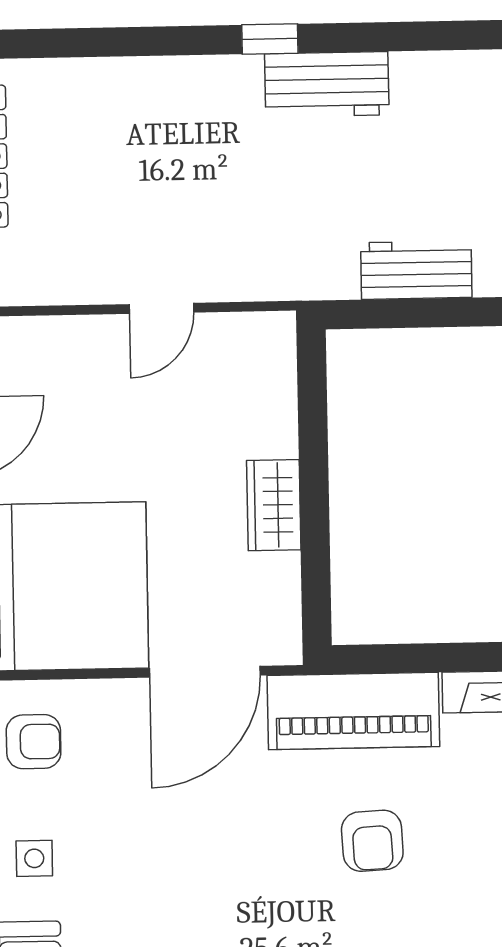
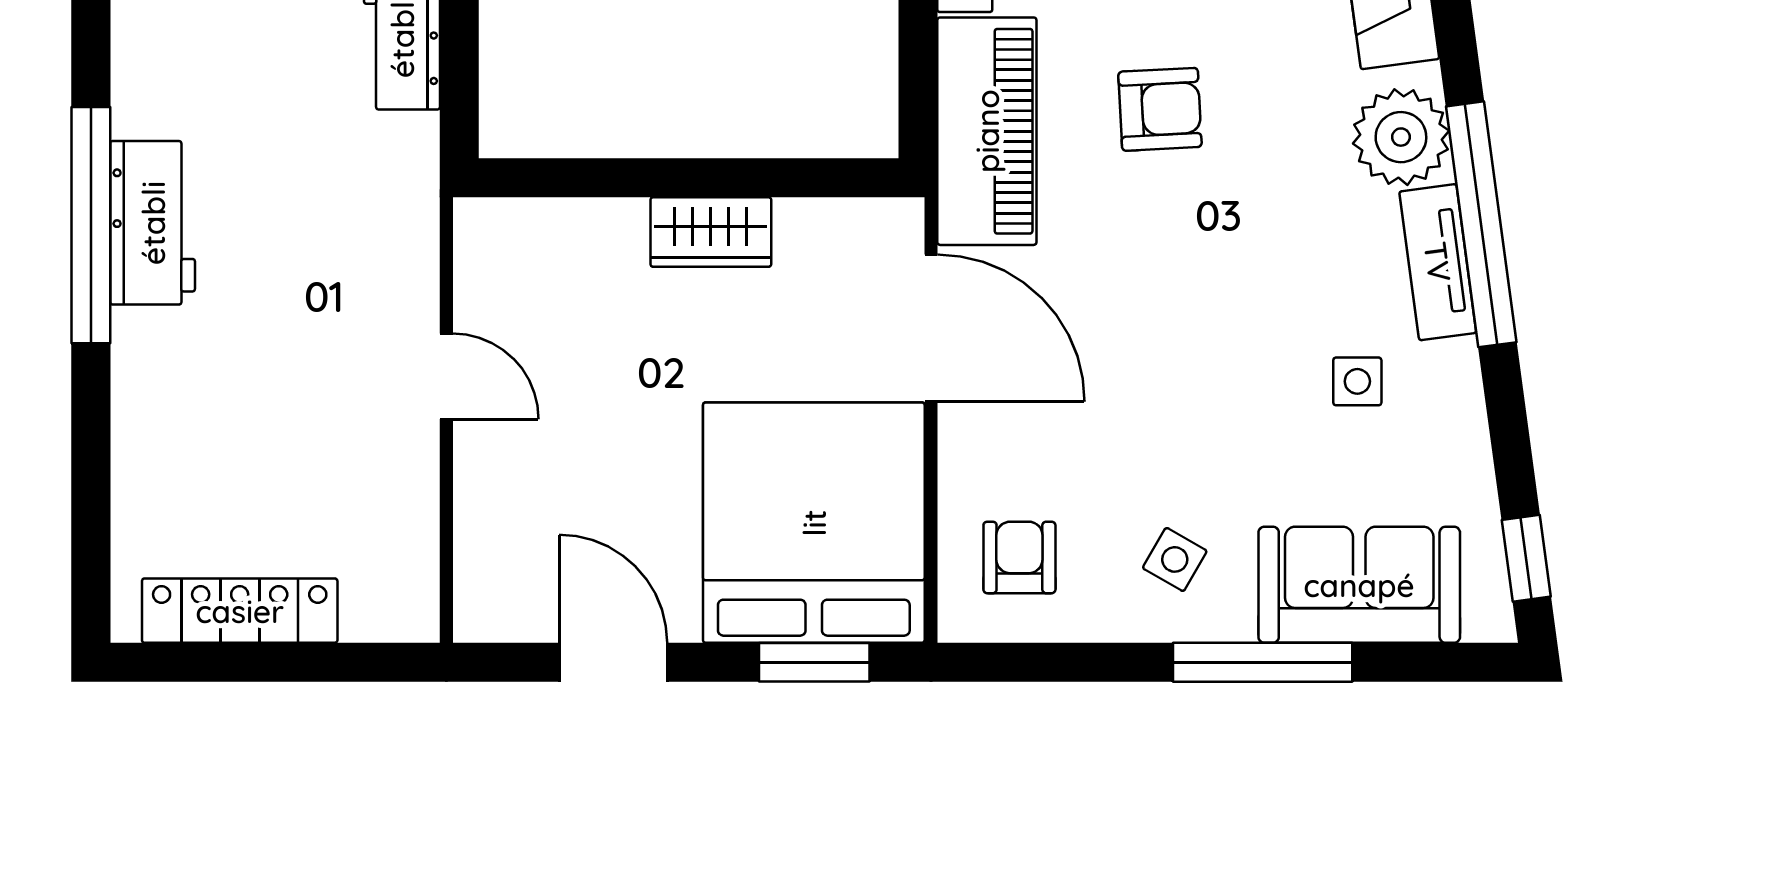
window: (270, 39) -> (91, 225), width x3.17
workbench: (327, 84) -> (153, 223), moved
side table: (34, 858) -> (1175, 559), turned 30

